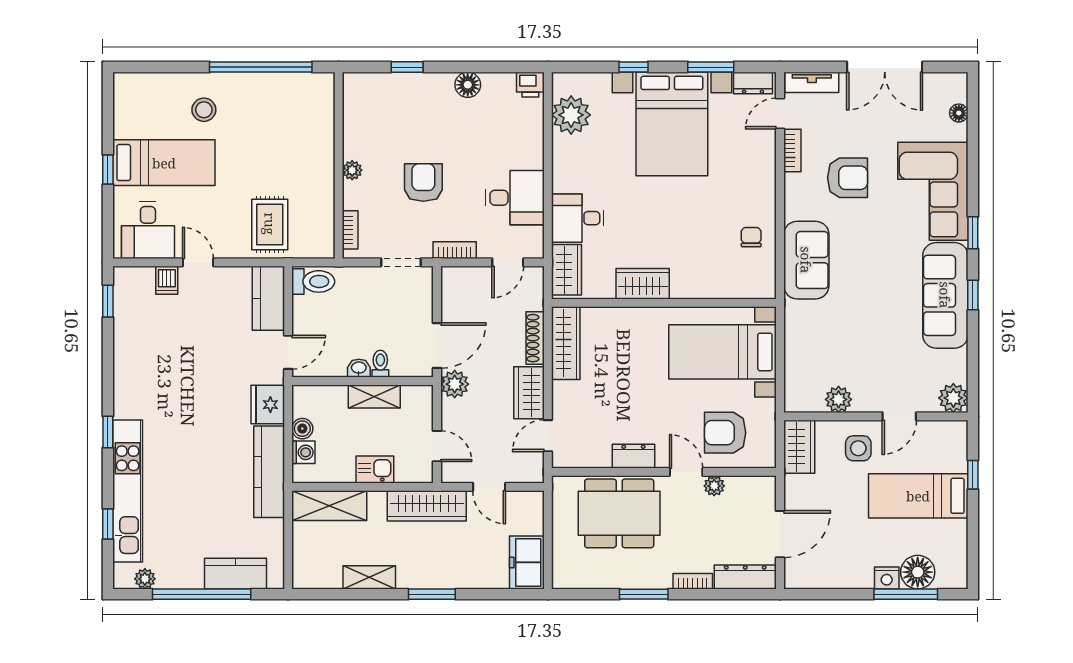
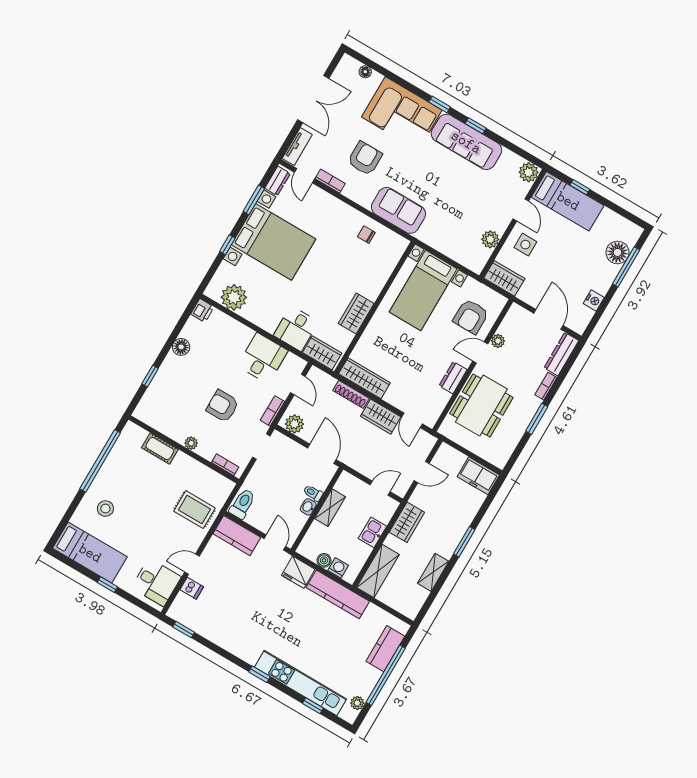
cot: (322, 134) -> (160, 449), added
bed: (164, 163) -> (90, 553), moved, turned 90
plant: (455, 384) -> (295, 424), moved
bed: (918, 496) -> (568, 201), moved, turned -90
wardrobe: (427, 506) -> (407, 522), width x0.67
nightstand: (887, 578) -> (594, 300), moved

